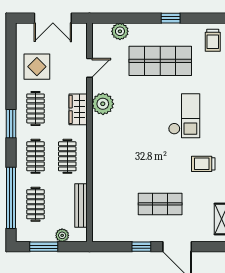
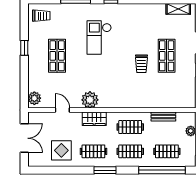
plant: (120, 31) -> (34, 98), moved
shop shelf: (160, 61) -> (57, 56), width x0.70, depth x0.74
checkout: (184, 116) -> (99, 37), turned -90
trolley: (203, 164) -> (141, 64), moved
bench: (81, 205) -> (163, 116), width x0.73

